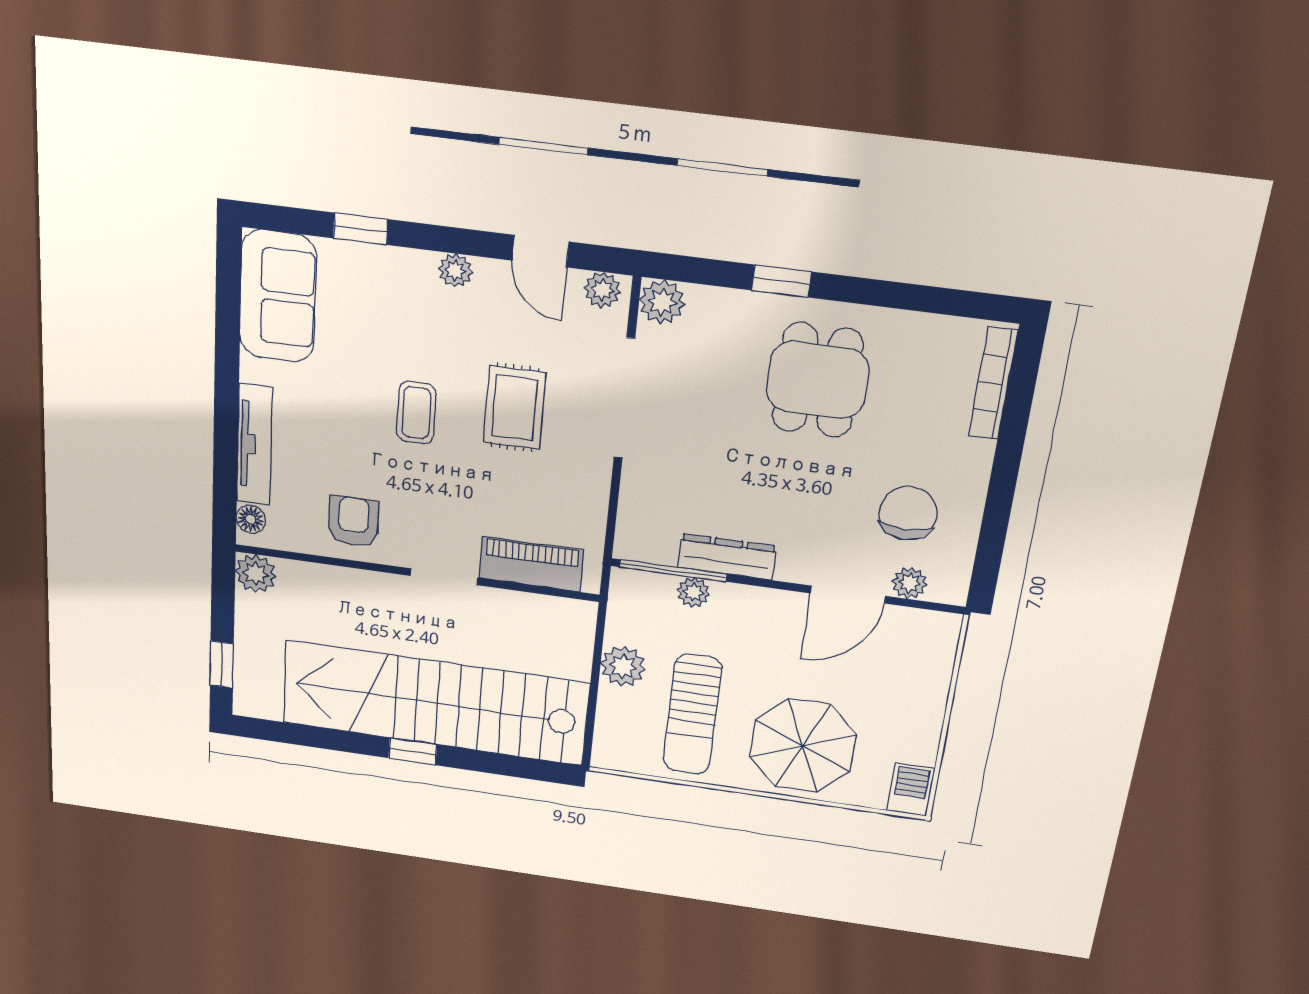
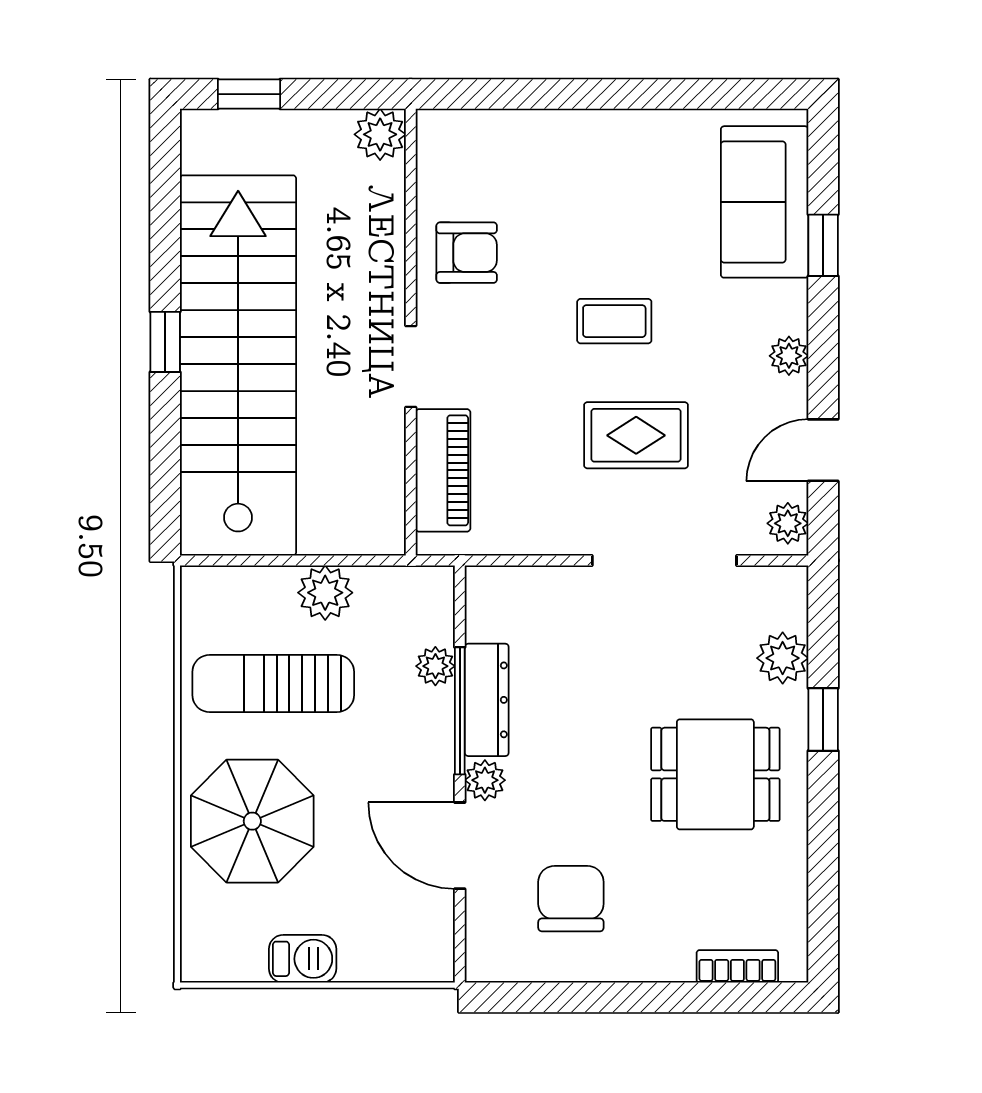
sofa: (278, 296) -> (765, 202), moved, turned 90
plant: (662, 302) -> (783, 658), moved
bookcase: (993, 383) -> (737, 966), width x0.64
tv unit: (254, 445) -> (548, 129), removed
chair: (908, 513) -> (571, 899), turned -90
floor lamp: (251, 519) -> (451, 127), removed
window: (673, 571) -> (460, 711), moved
plant: (910, 583) -> (485, 780), moved
barbecue: (911, 790) -> (303, 959), moved

